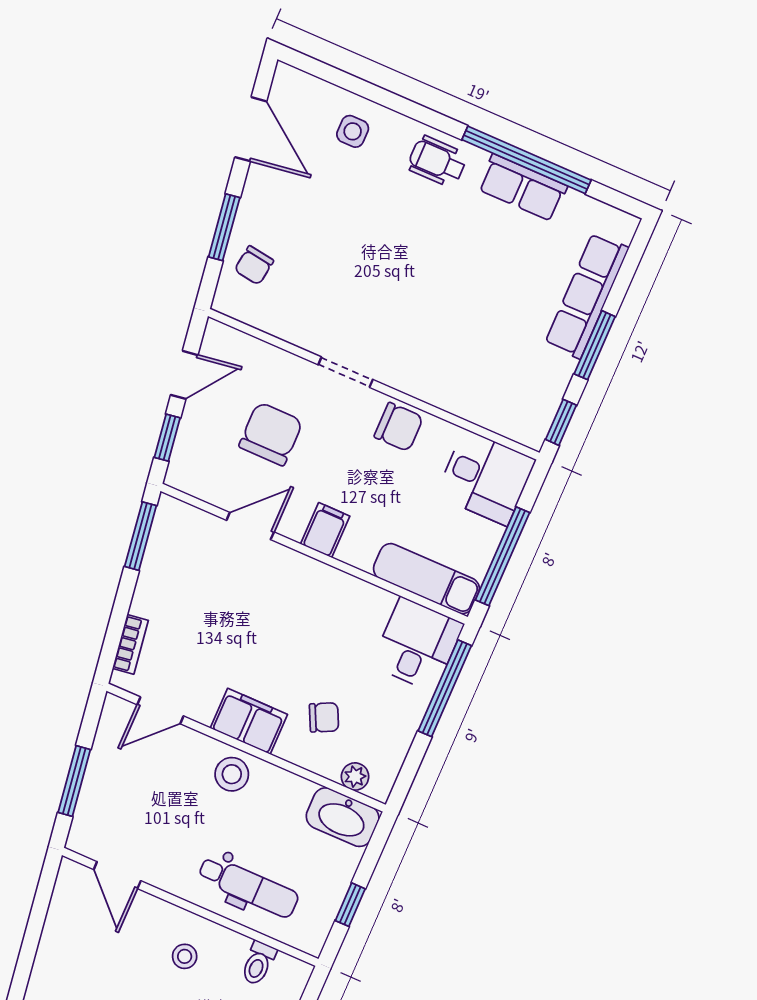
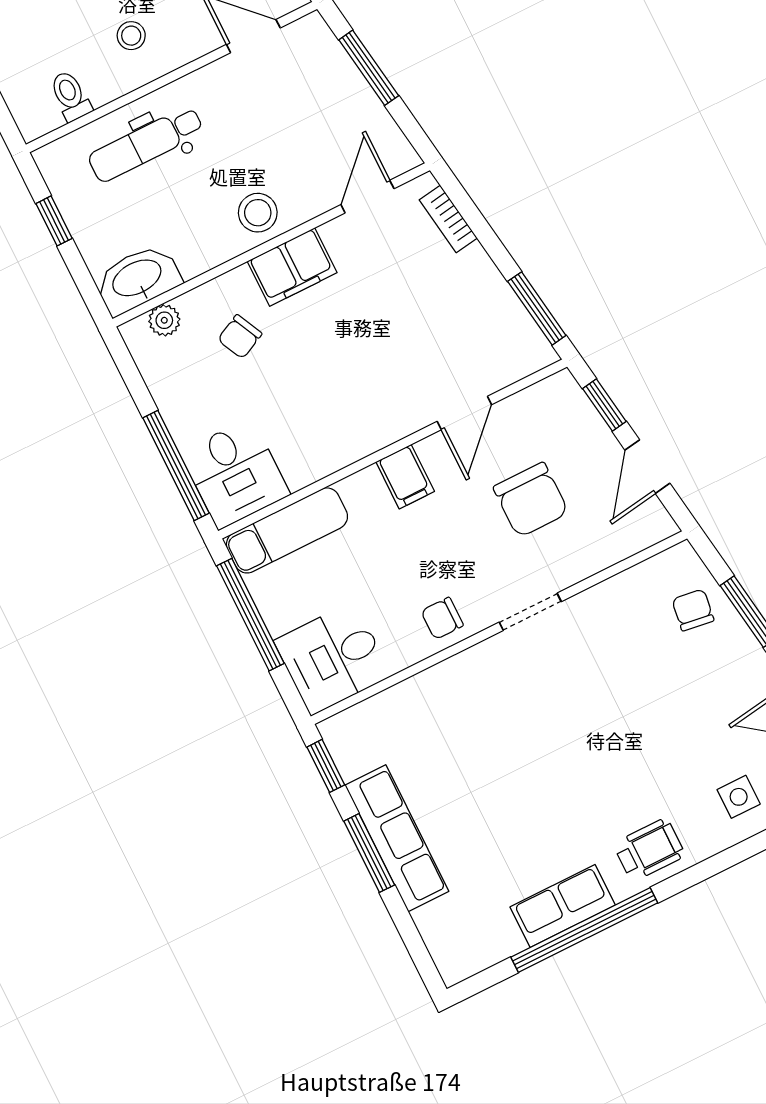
row of seats: (587, 296) -> (397, 838), moved
chair: (399, 427) -> (442, 618), width x0.73, depth x0.73

